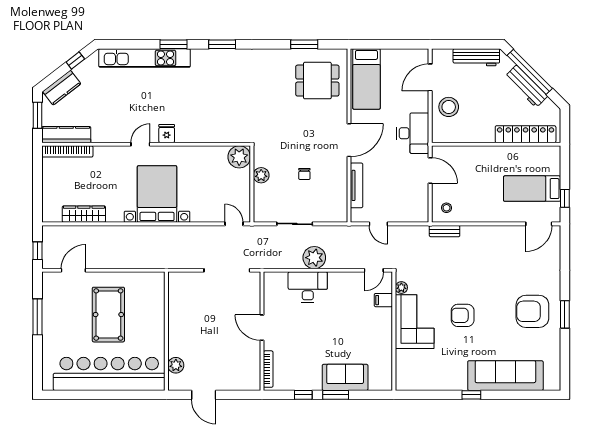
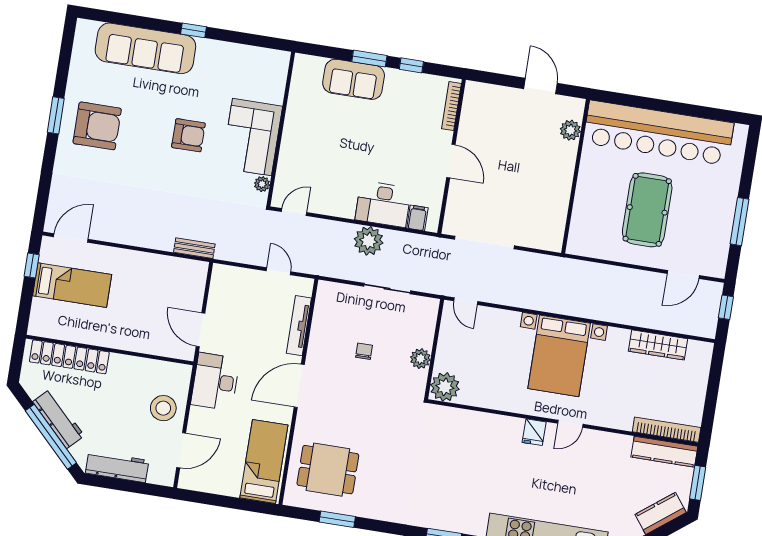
stool: (447, 208) -> (187, 278), removed
filing cabinet: (383, 300) -> (417, 218), moved, turned -90

